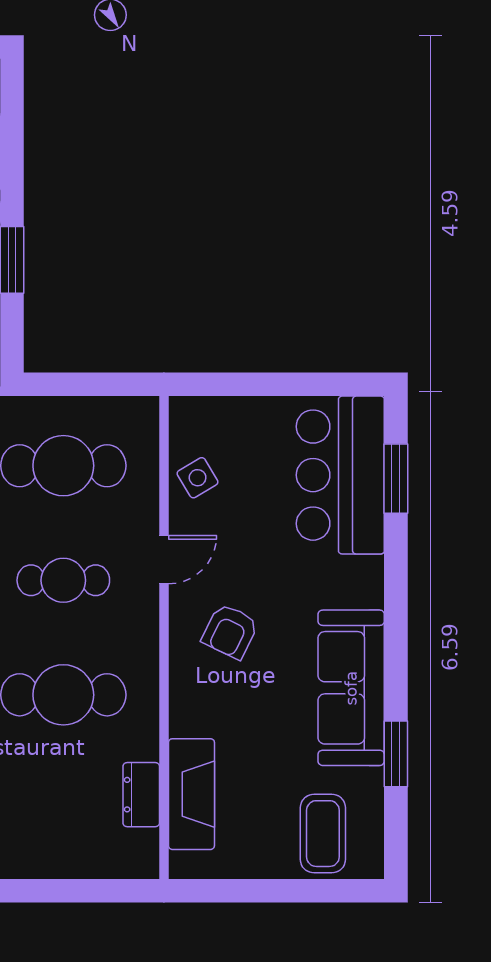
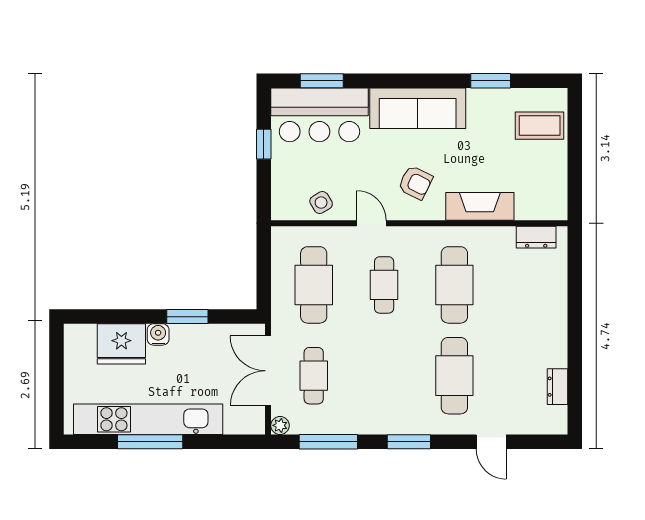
window: (293, 384) -> (264, 144), added
sofa: (351, 688) -> (418, 108), moved
fireplace: (191, 794) -> (480, 206), moved
dresser: (141, 795) -> (536, 237), moved

